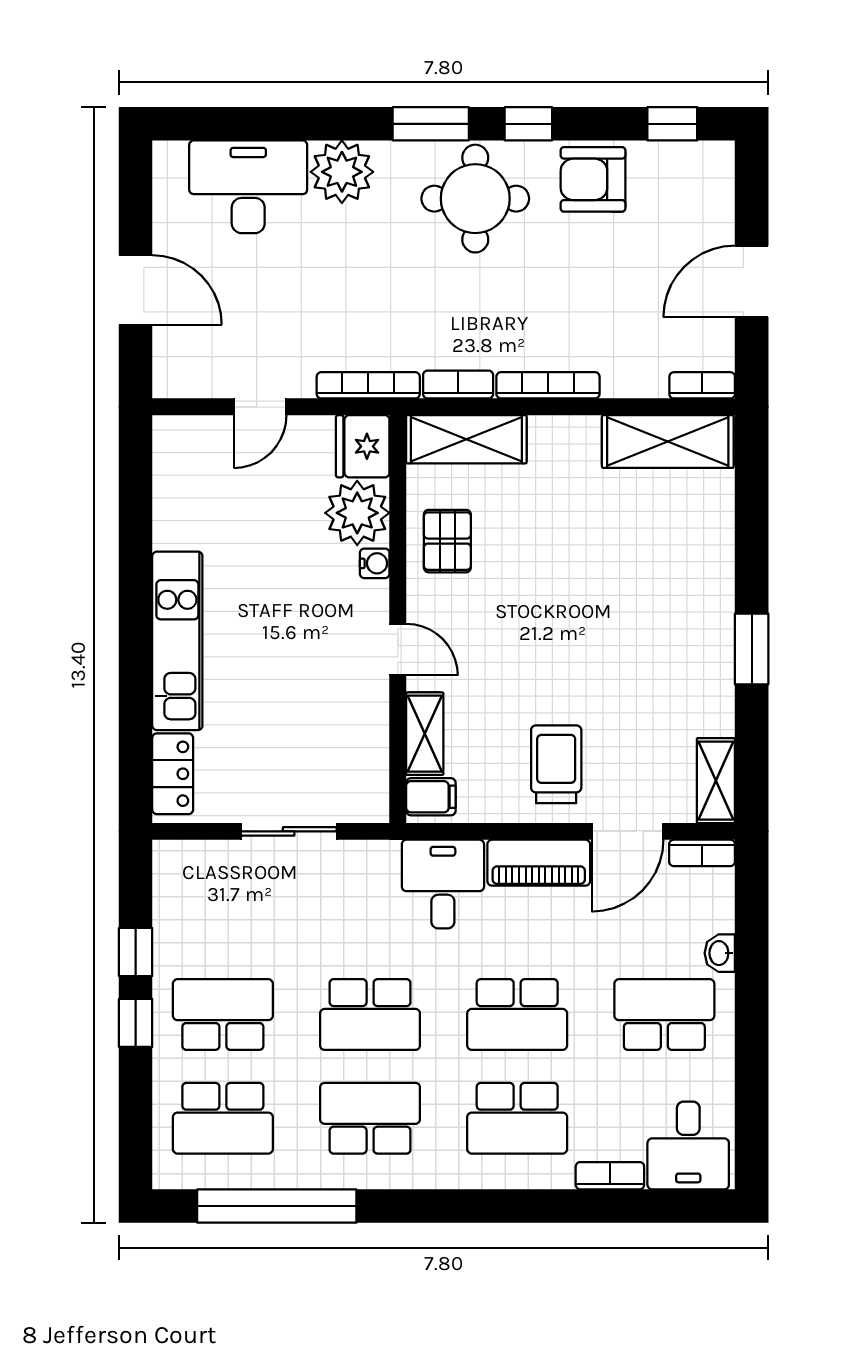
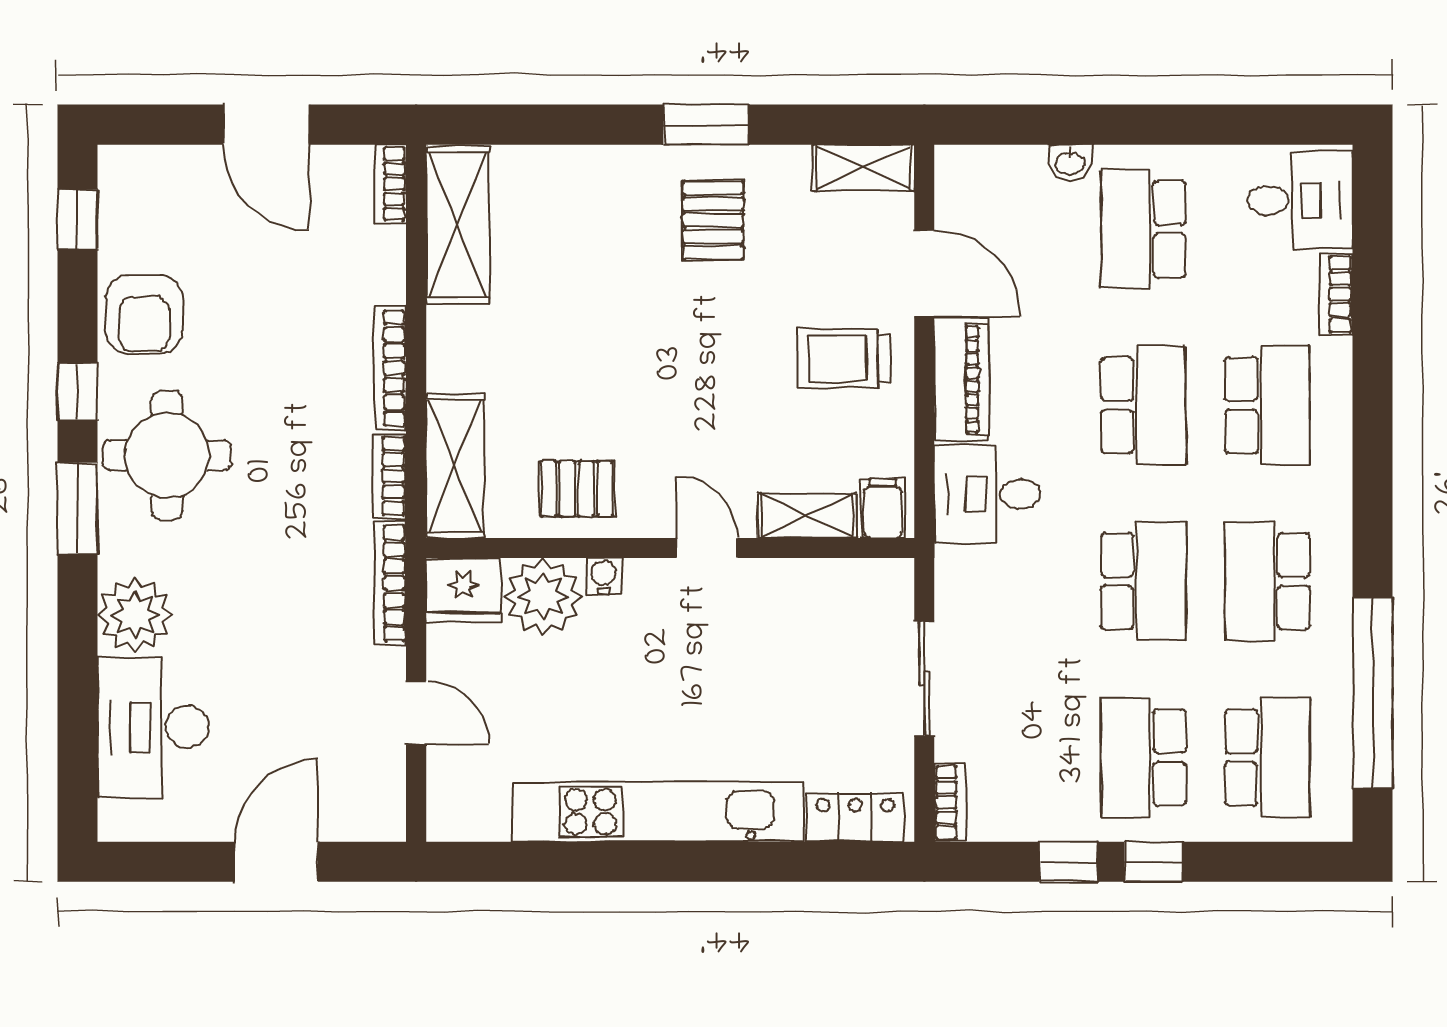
kitchen unit: (177, 641) -> (657, 812), width x1.36
door: (398, 650) -> (707, 548), hinge flipped
pallet: (672, 655) -> (713, 220), added
bookcase: (702, 853) -> (950, 802), moved

